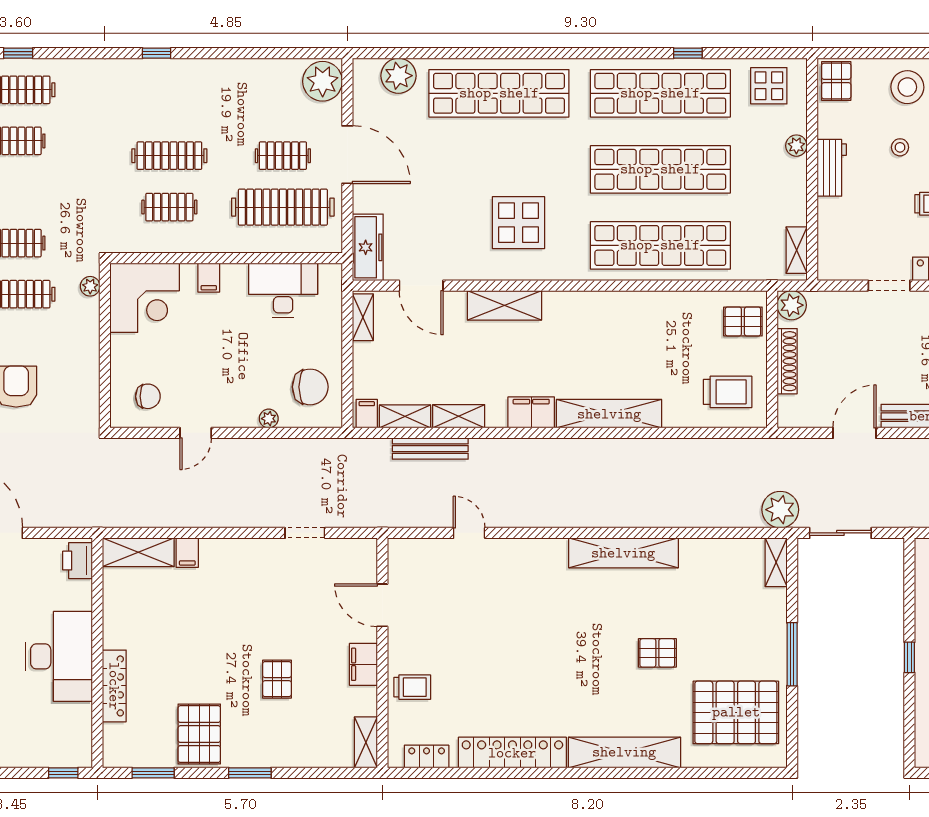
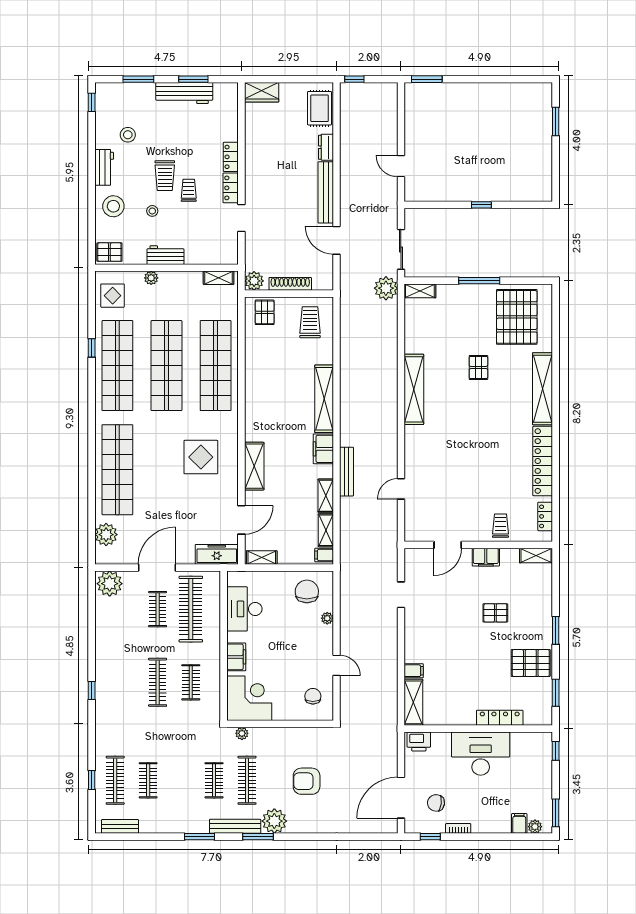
filing cabinet: (209, 278) -> (236, 657), width x2.00
bench: (430, 449) -> (347, 472), moved

